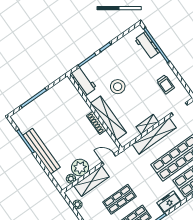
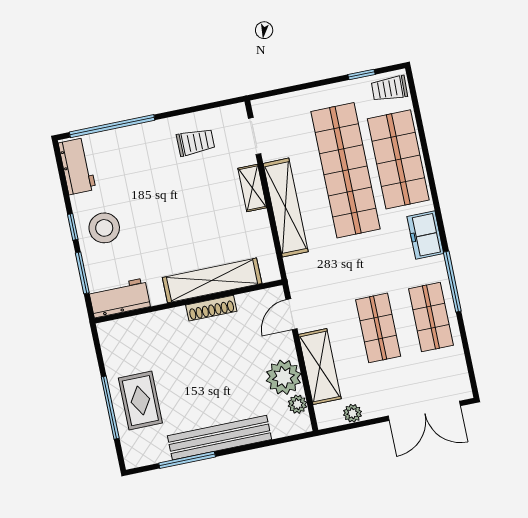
workbench: (147, 46) -> (77, 166), moved, turned -90
stool: (118, 87) -> (104, 228), moved
rug: (43, 110) -> (140, 401), added
shelving: (147, 124) -> (252, 188), moved

